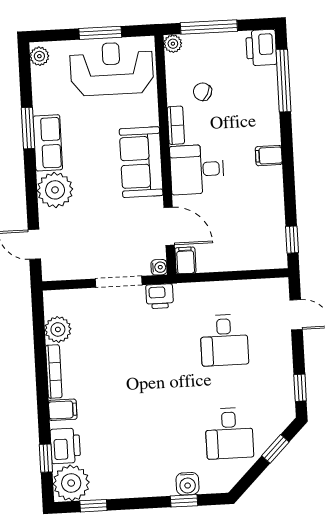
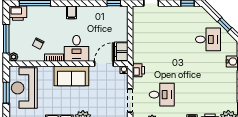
filing cabinet: (185, 260) -> (121, 52), width x2.00
doorway: (119, 282) -> (130, 100), moved
desk: (224, 340) -> (162, 95), moved
window: (275, 449) -> (225, 25), moved

